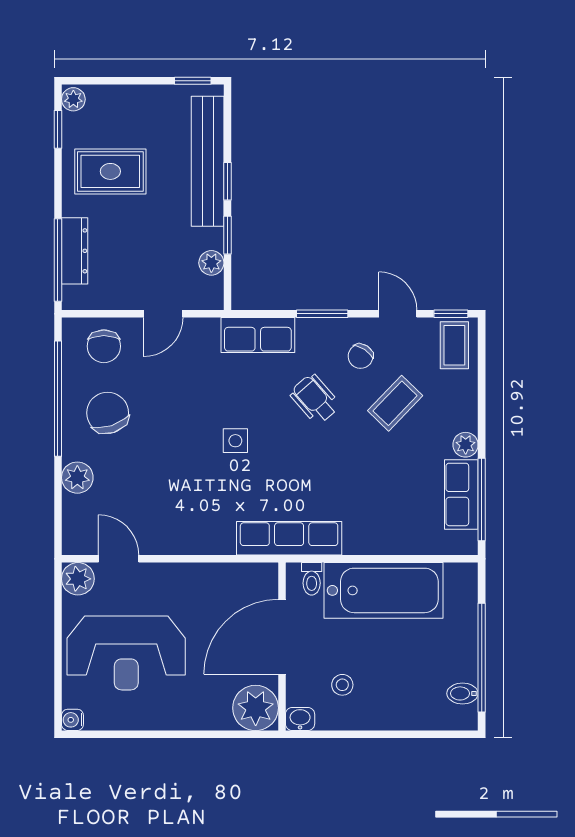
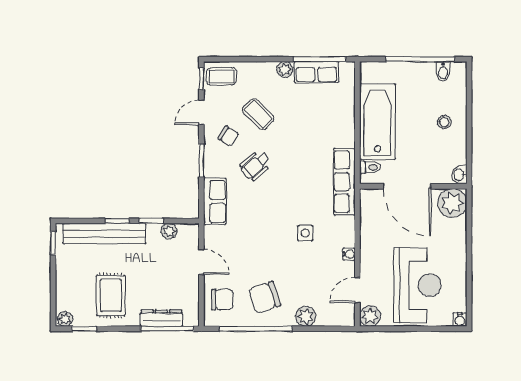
side table: (235, 441) -> (305, 233), moved
water cooler: (175, 546) -> (349, 254), added
stool: (342, 685) -> (444, 122), moved

